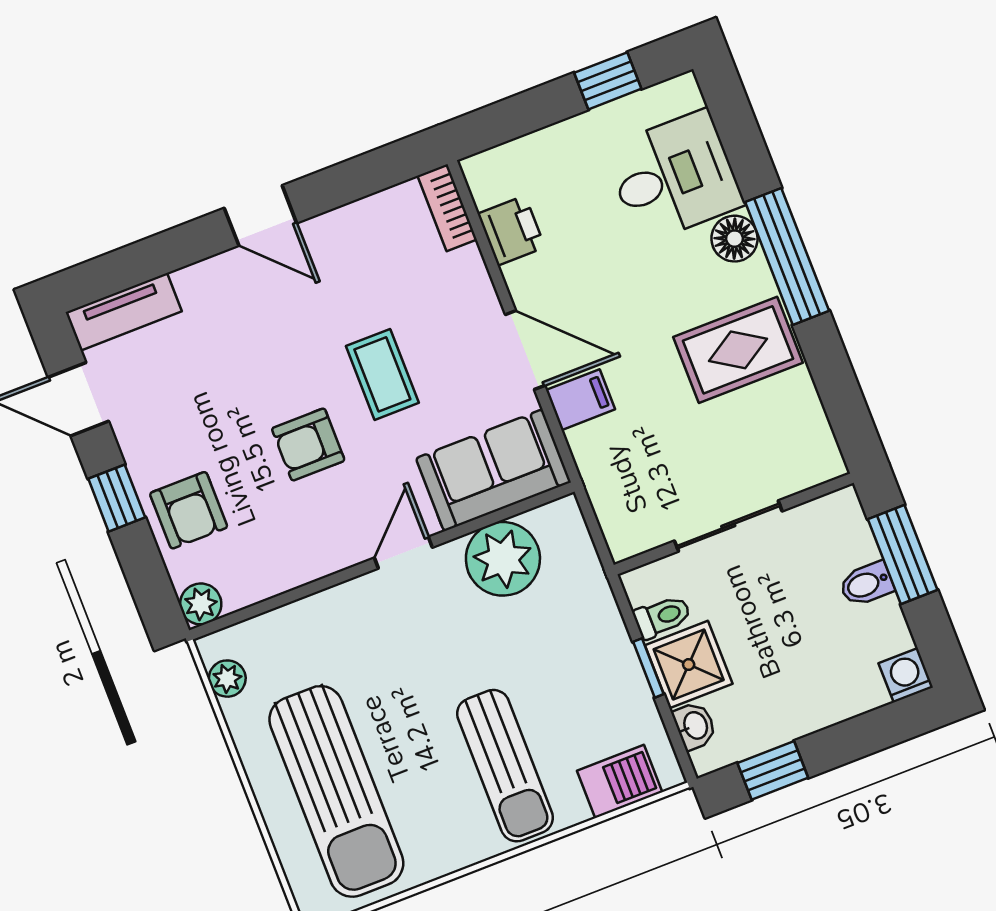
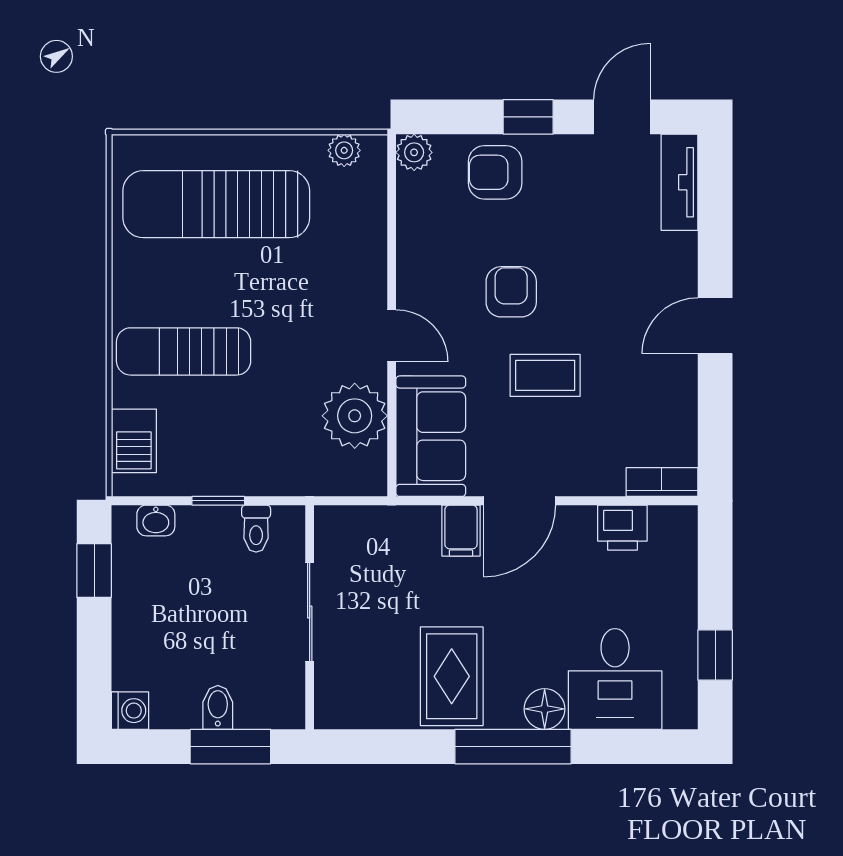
shower: (689, 665) -> (208, 535), removed

